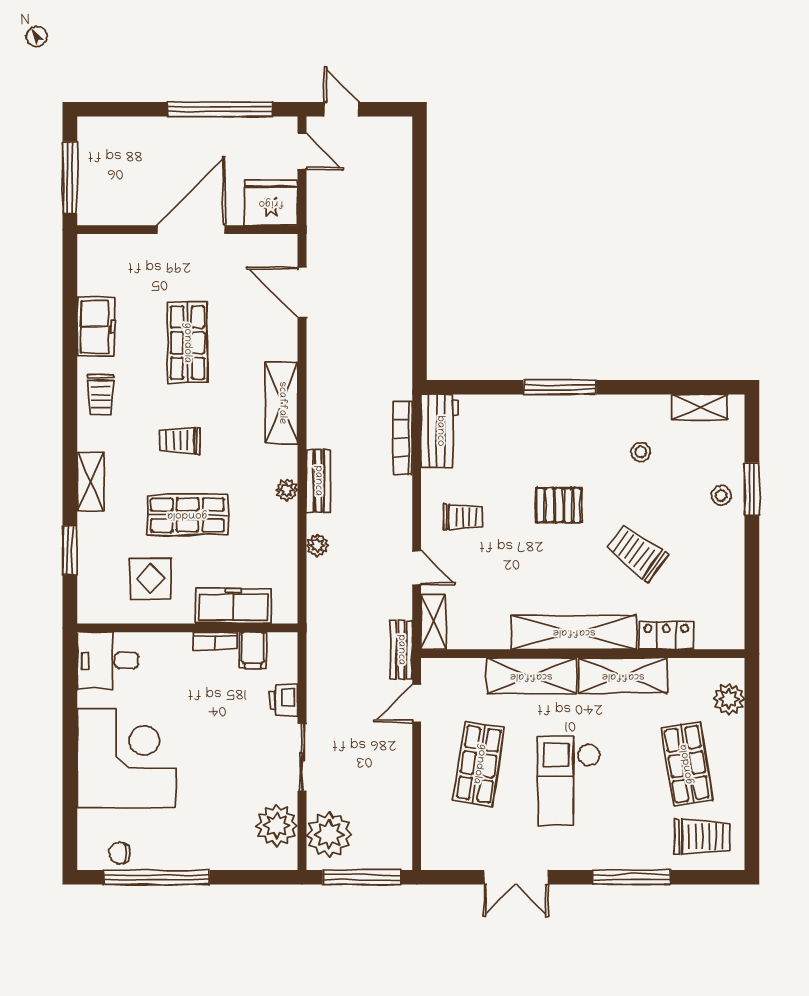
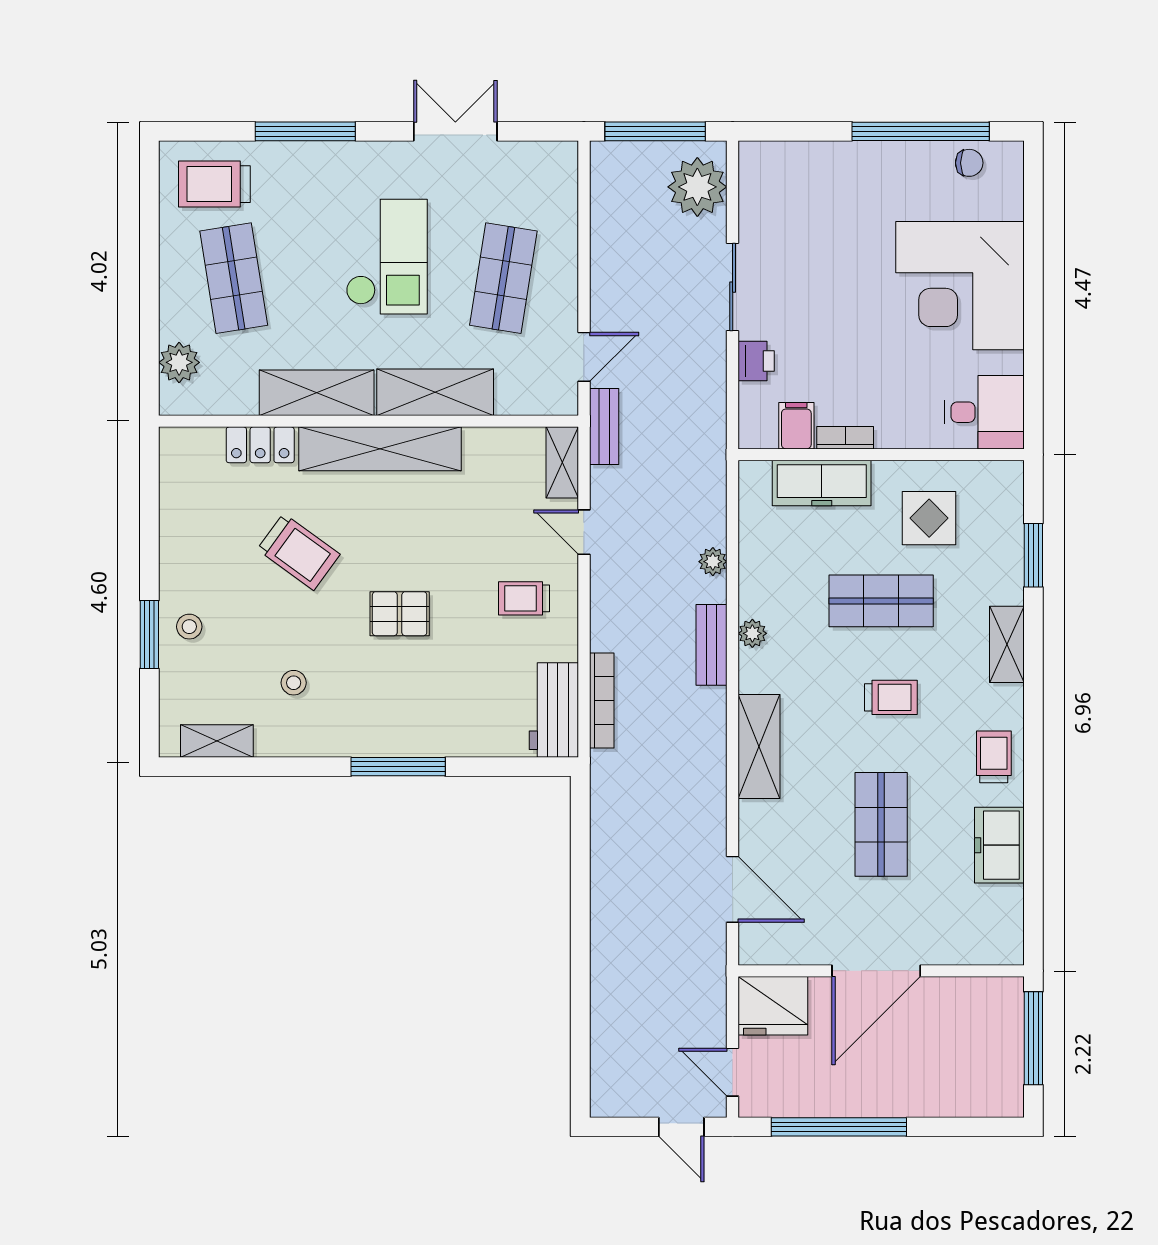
plant: (277, 825) -> (765, 199), removed

